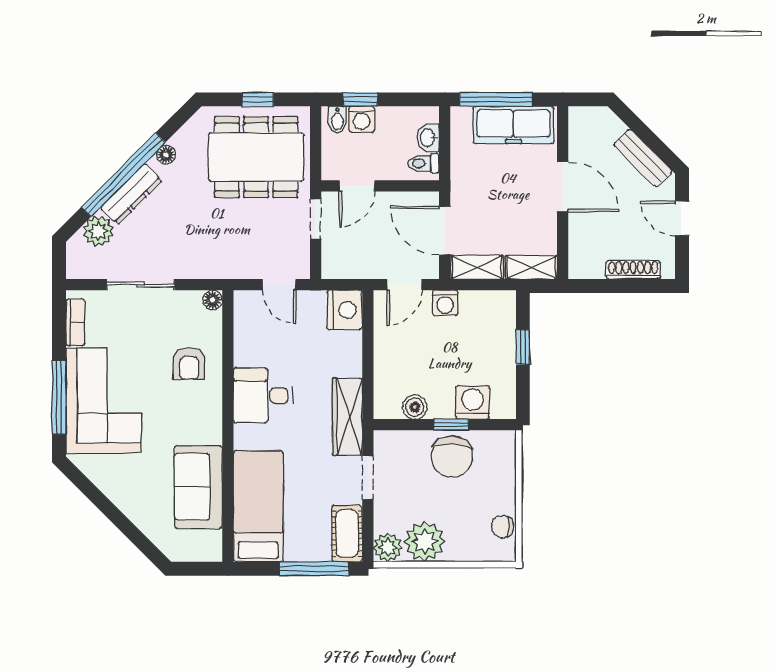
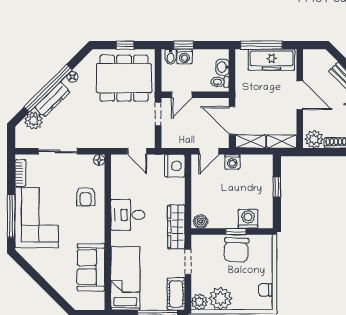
plant: (588, 263) -> (314, 139), added
boiler: (415, 407) -> (201, 222), moved

